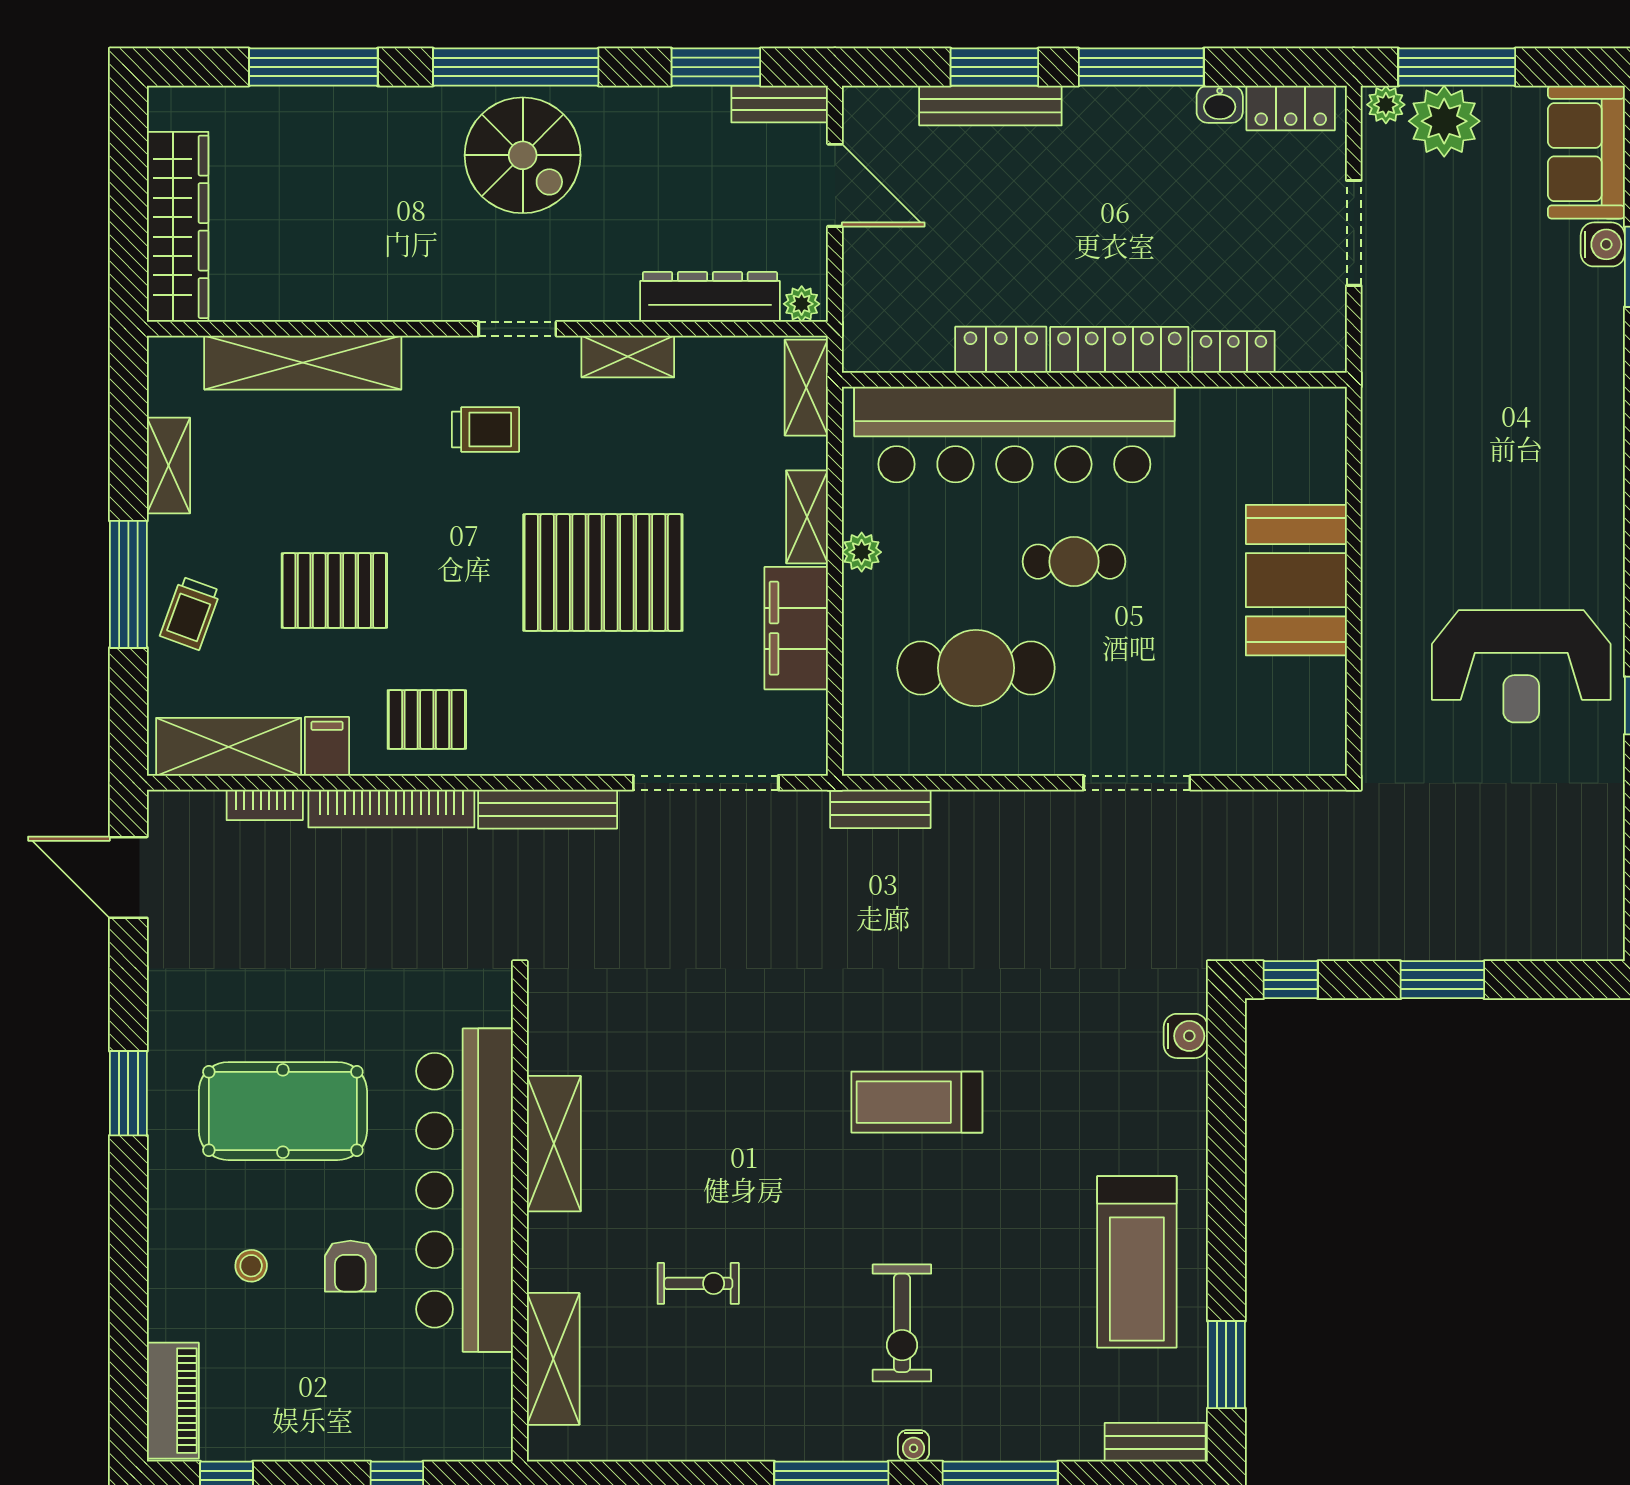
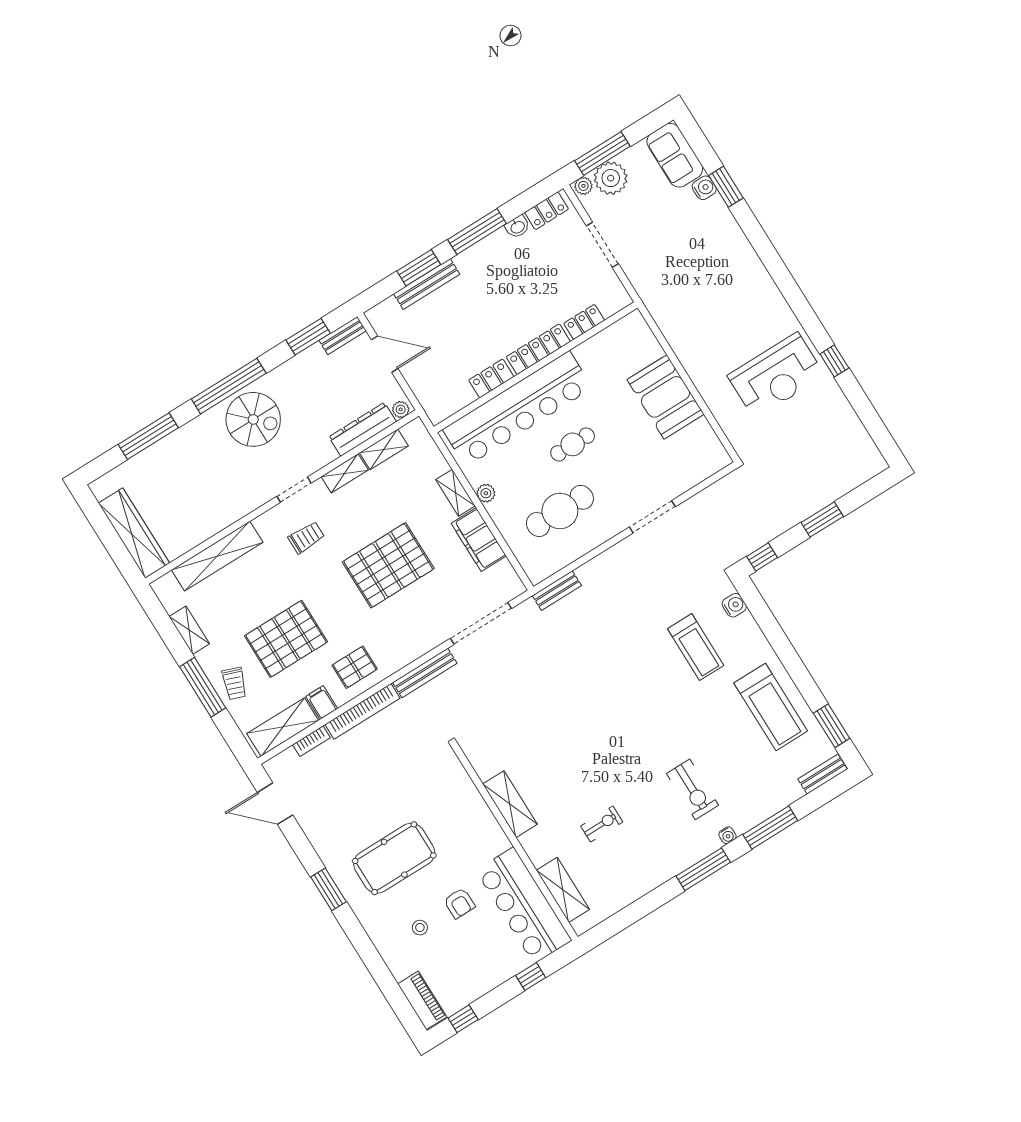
shelving: (806, 388) -> (384, 449), moved, turned 90
pallet: (334, 591) -> (286, 639), width x1.37, depth x1.41
treadmill: (917, 1102) -> (696, 647), moved, turned -90
bar counter: (465, 1190) -> (524, 905), moved, width x0.73

